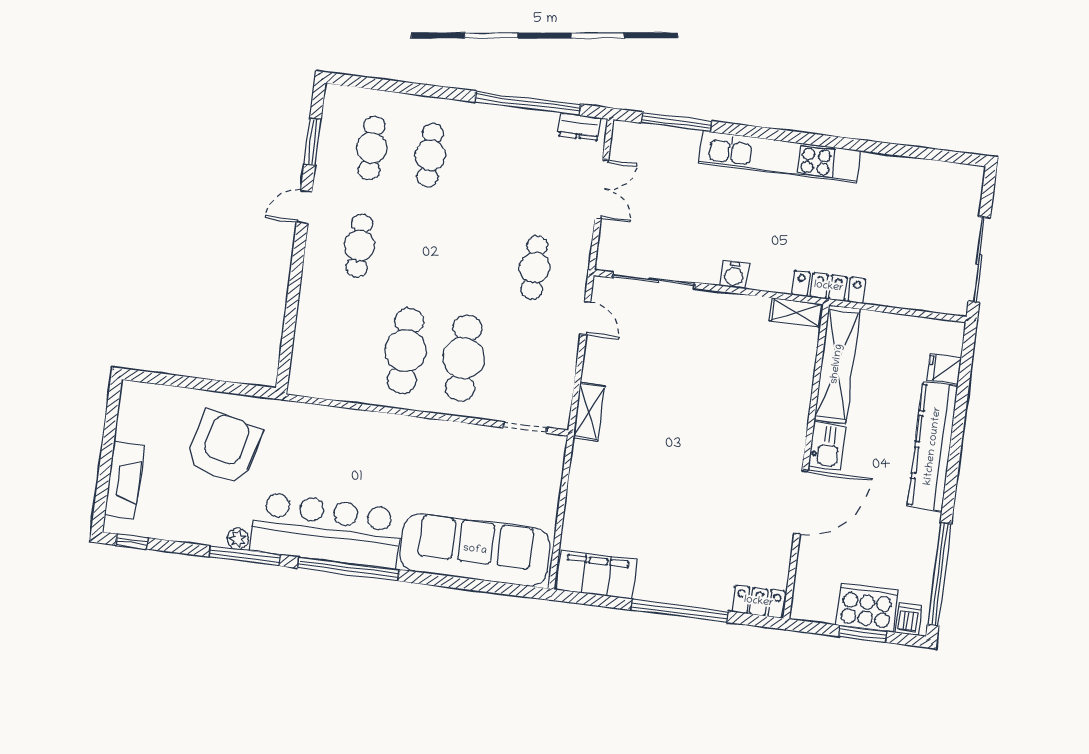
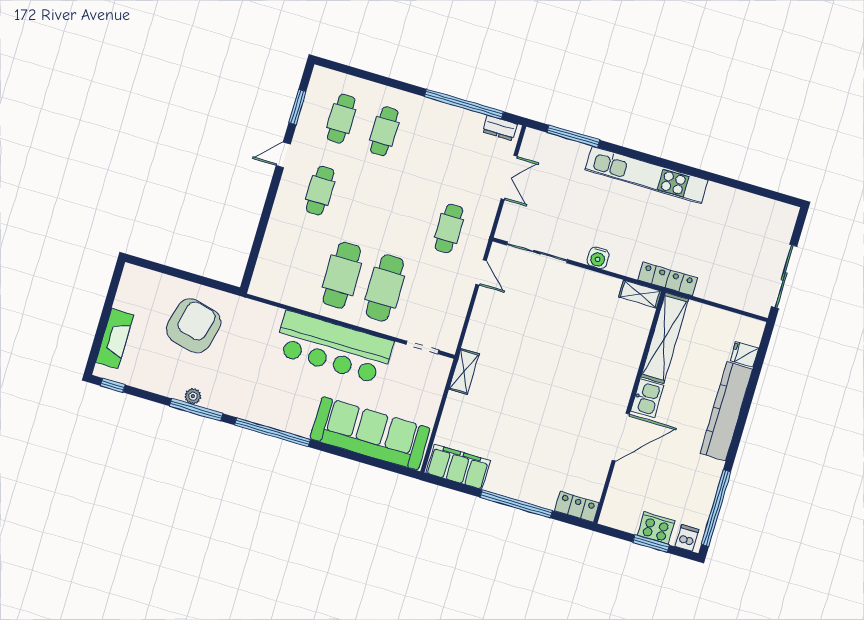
shelving: (589, 412) -> (464, 372), moved
bar counter: (326, 530) -> (334, 347), moved, turned 180
cooker: (867, 608) -> (656, 528), width x0.73, depth x0.76

